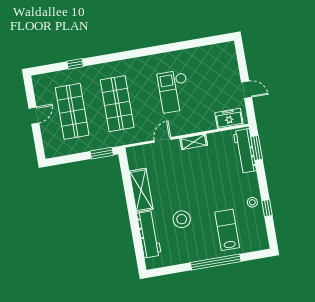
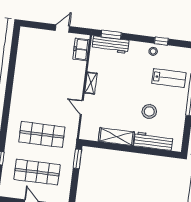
checkout: (174, 91) -> (46, 86), removed
lab bench: (227, 230) -> (169, 78), turned 180

